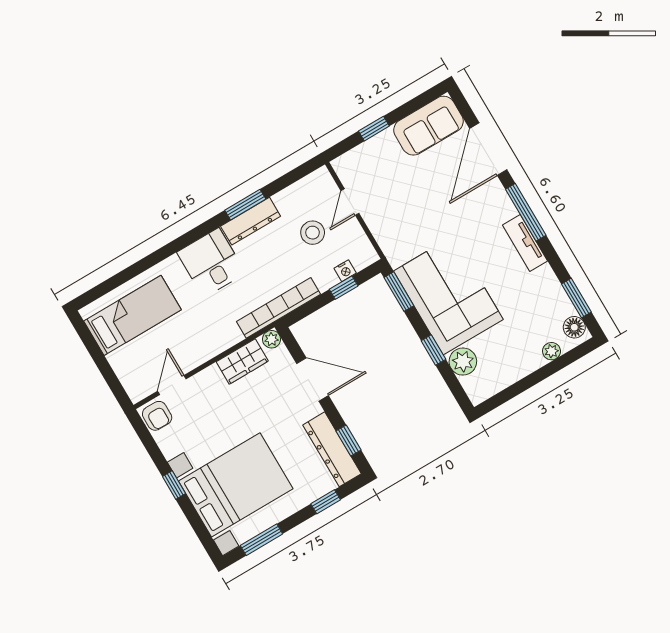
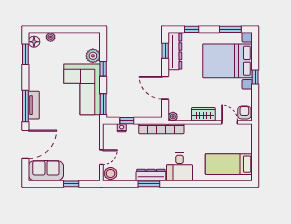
stool: (313, 233) -> (111, 174), moved
tv unit: (525, 243) -> (34, 105), moved
wardrobe: (242, 361) -> (203, 114), moved
door: (172, 385) -> (230, 122), swing flipped

